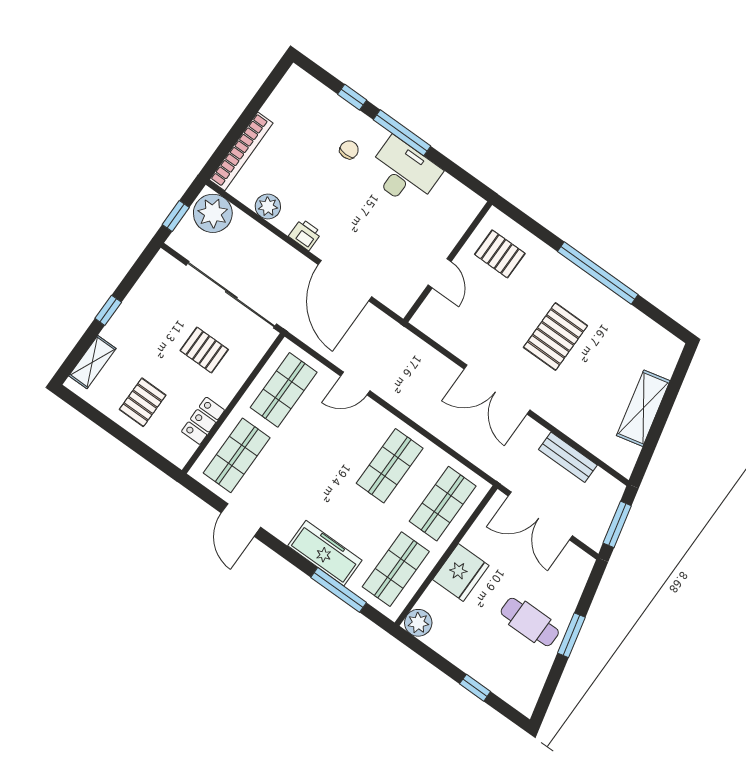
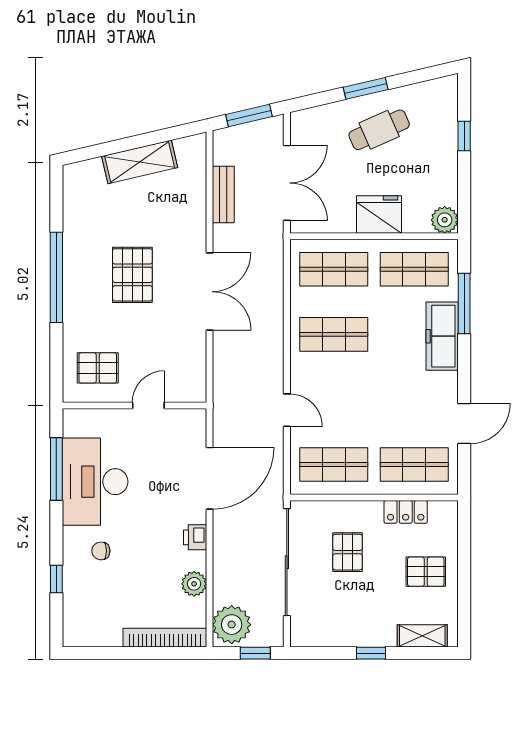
window: (402, 133) -> (56, 469), moved
desk: (404, 172) -> (95, 482), width x1.36, depth x1.30
pallet: (500, 254) -> (98, 368), turned 90
pallet: (555, 336) -> (132, 275), turned 90
cafe table: (530, 622) -> (379, 130), turned 66

